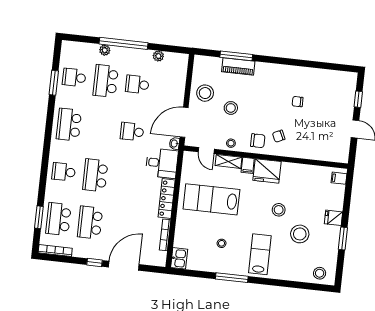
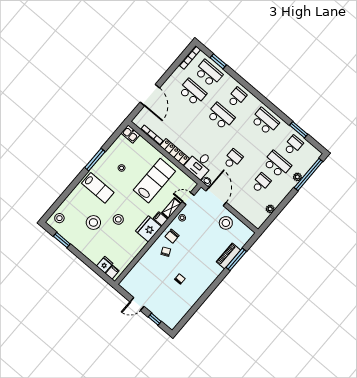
window: (123, 43) -> (308, 174), moved
stool: (231, 108) -> (205, 233), removed
fridge: (333, 218) -> (105, 265), moved
window: (343, 238) -> (62, 240), moved
window: (94, 262) -> (165, 77), removed

